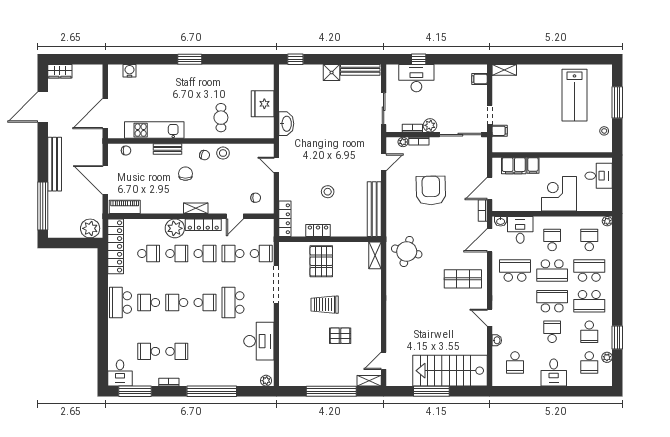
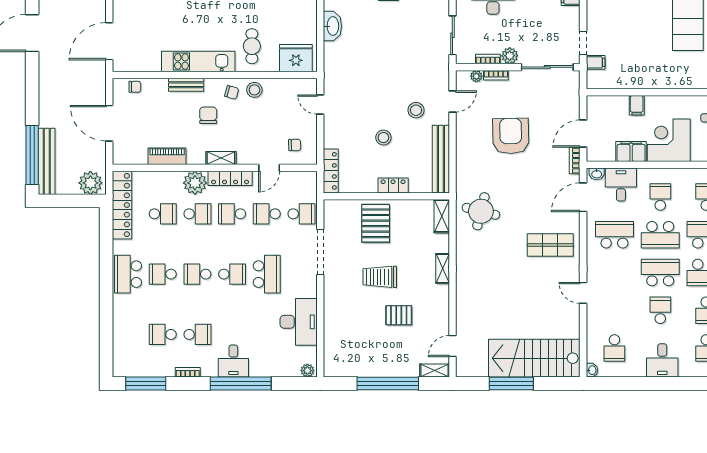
fridge: (263, 104) -> (296, 58), moved, turned 90
washbasin: (286, 124) -> (332, 26), moved
kitchen unit: (154, 130) -> (198, 62), moved
bench: (55, 164) -> (47, 161), moved
filing cabinet: (514, 166) -> (631, 151), moved, turned 180
stool: (354, 170) -> (416, 110), added
piano: (125, 207) -> (167, 156), moved
locker: (318, 231) -> (393, 185), moved
school desk: (205, 254) -> (232, 214), turned 180
shelving: (376, 298) -> (443, 268), added
school desk: (233, 302) -> (267, 274), turned 180
washbasin: (497, 340) -> (592, 370), moved
desk: (120, 373) -> (233, 361), moved

